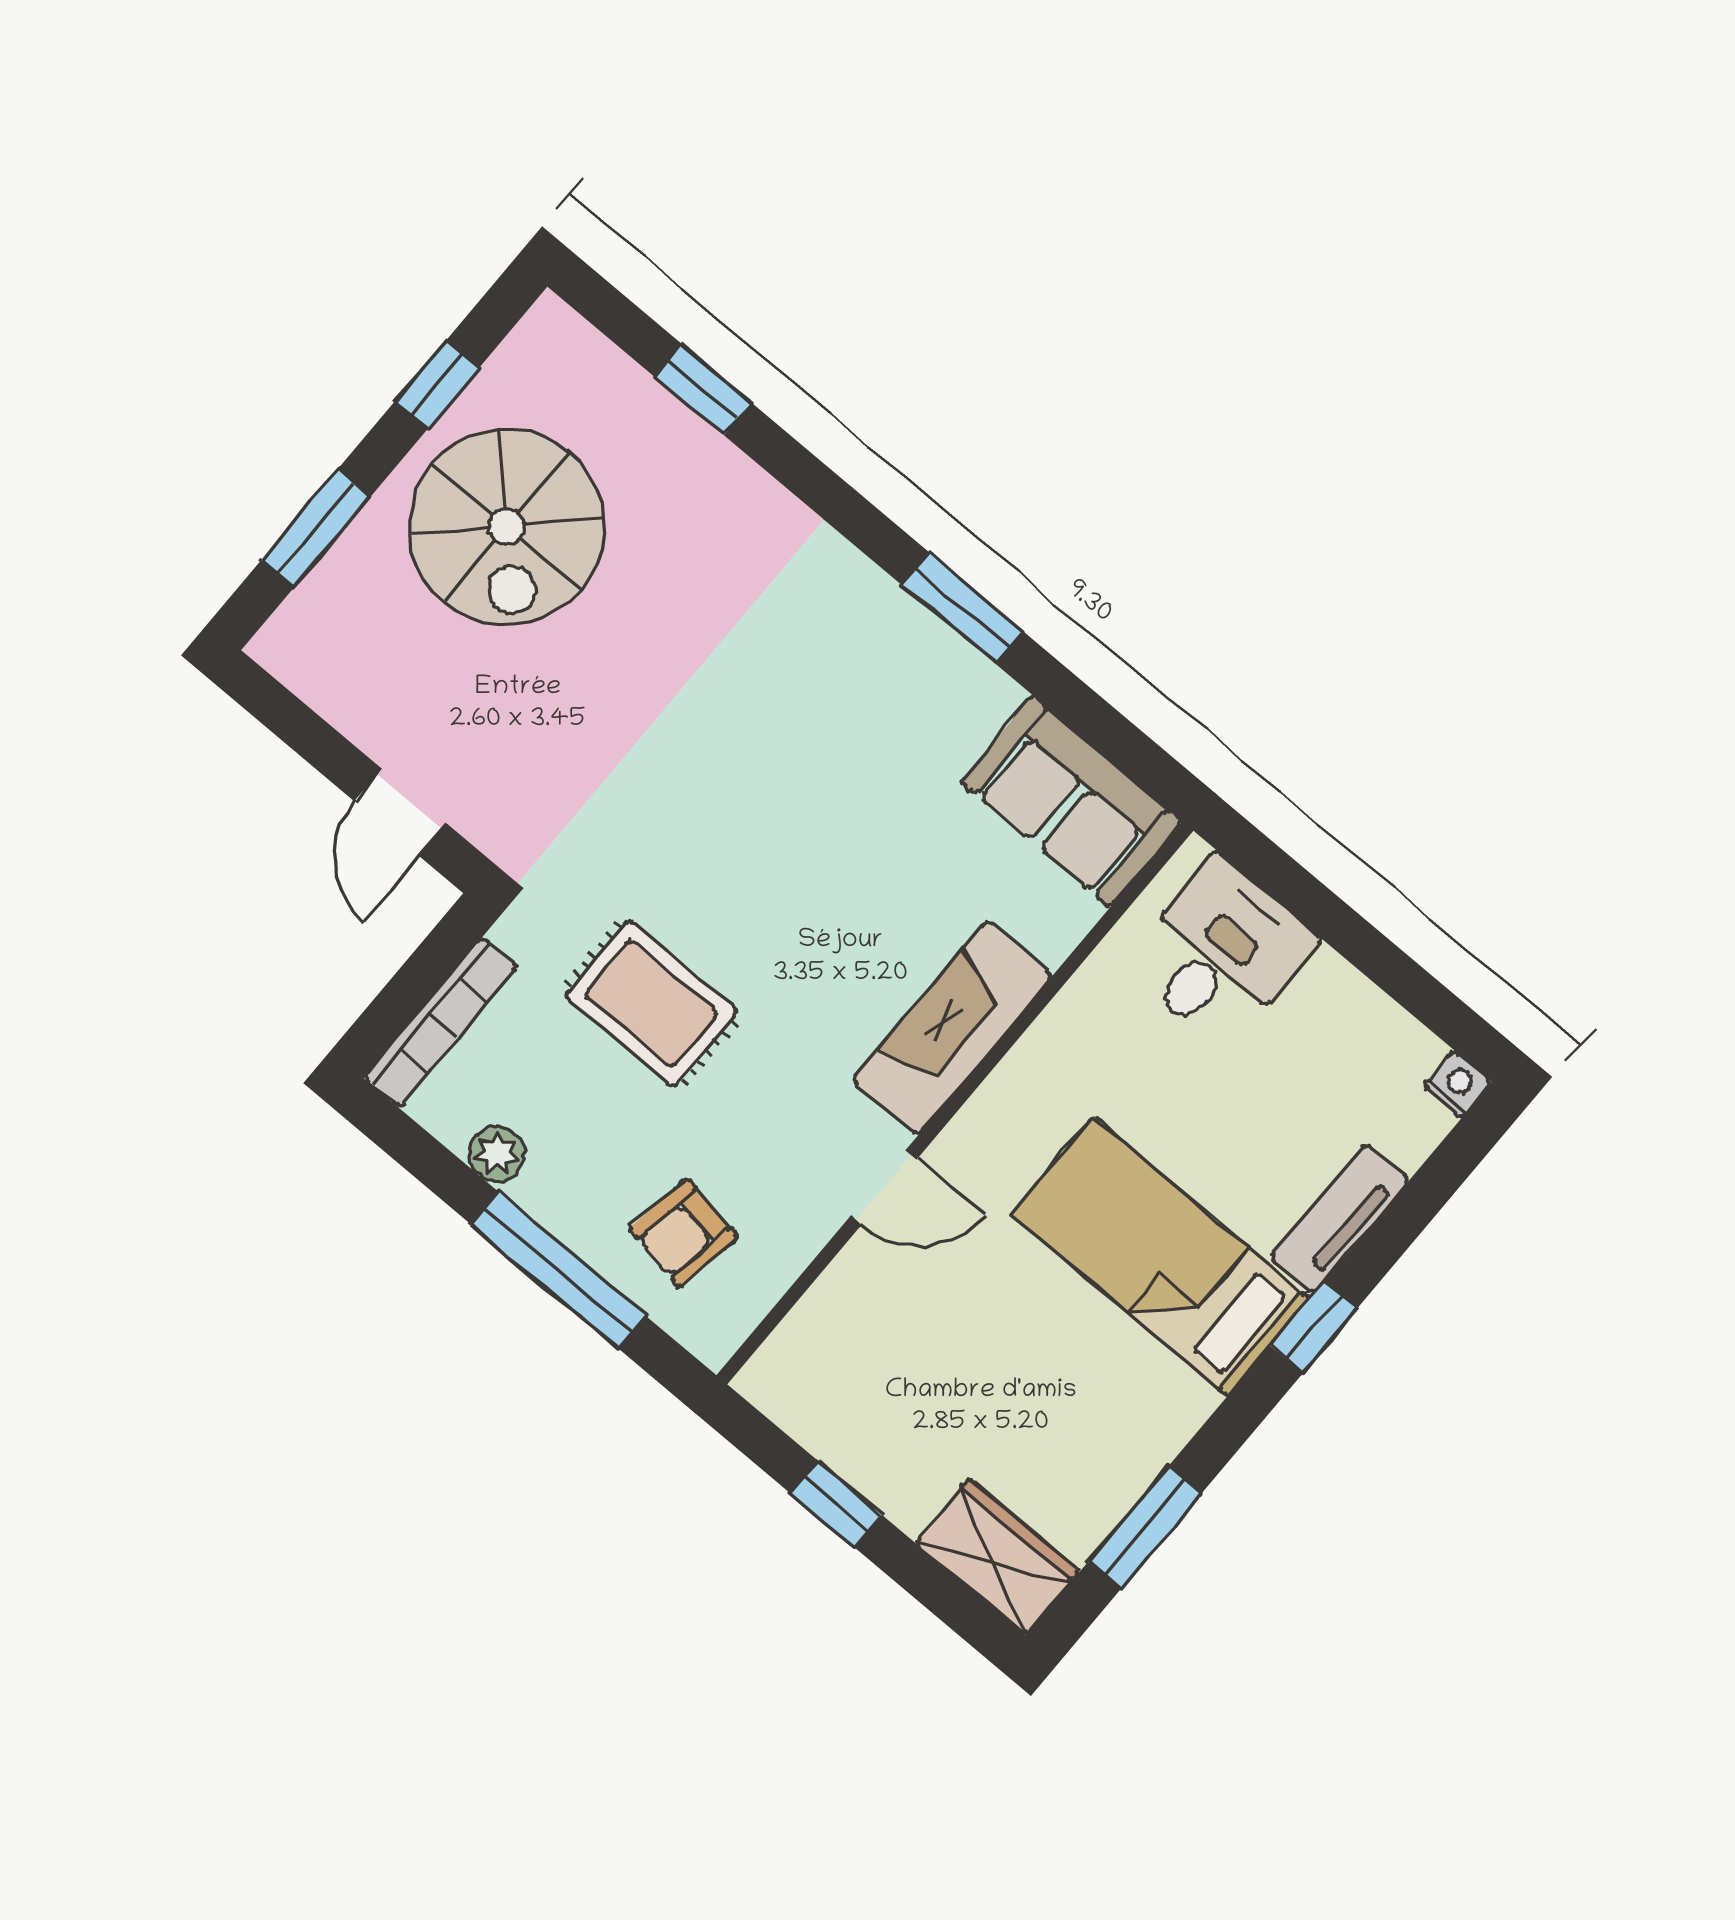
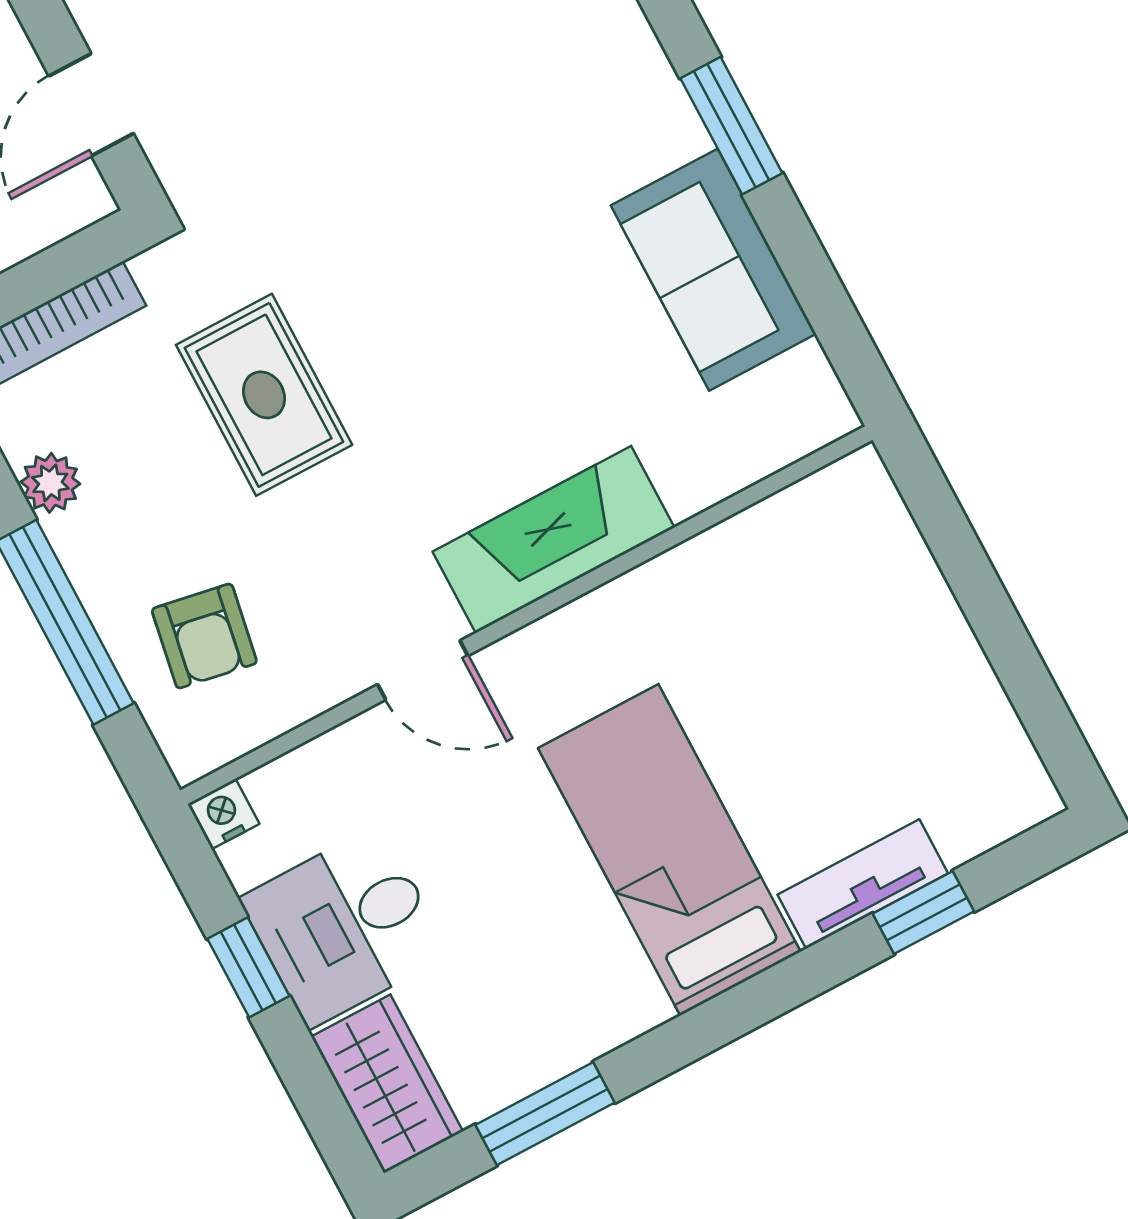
sofa: (1071, 802) -> (713, 270), moved
desk: (1221, 953) -> (344, 926), moved, turned 180
nightstand: (1457, 1084) -> (223, 814), moved, turned -90
armchair: (683, 1233) -> (204, 636), turned -89
window: (1314, 1327) -> (923, 912), moved

